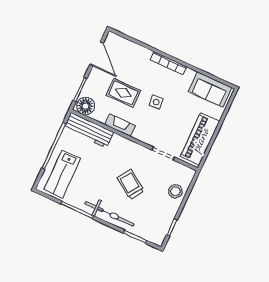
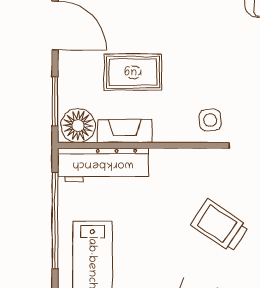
side table: (156, 102) -> (210, 120), moved
fireplace: (120, 125) -> (125, 131), moved

